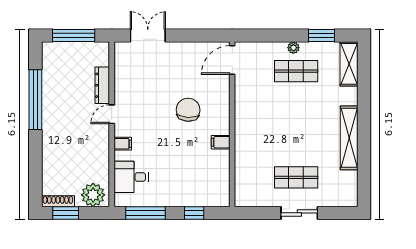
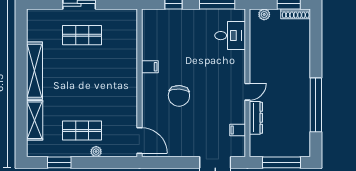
plant: (293, 48) -> (96, 152), moved
door: (232, 60) -> (139, 140), hinge flipped
shelving: (349, 64) -> (35, 120), moved
filing cabinet: (123, 144) -> (238, 130), moved
plant: (93, 195) -> (264, 14), width x0.53, depth x0.53

